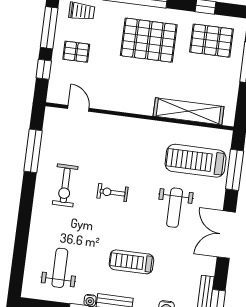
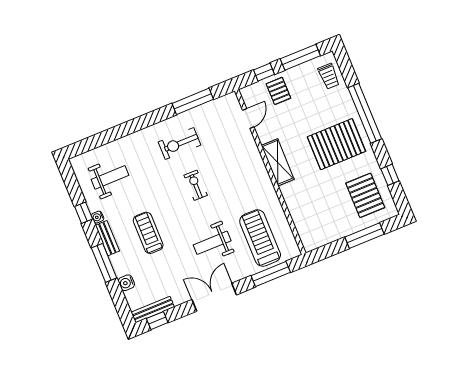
pallet: (149, 40) -> (336, 144), turned 90
pallet: (76, 52) -> (278, 91), moved
shelving: (189, 111) -> (278, 162), moved, width x0.68

